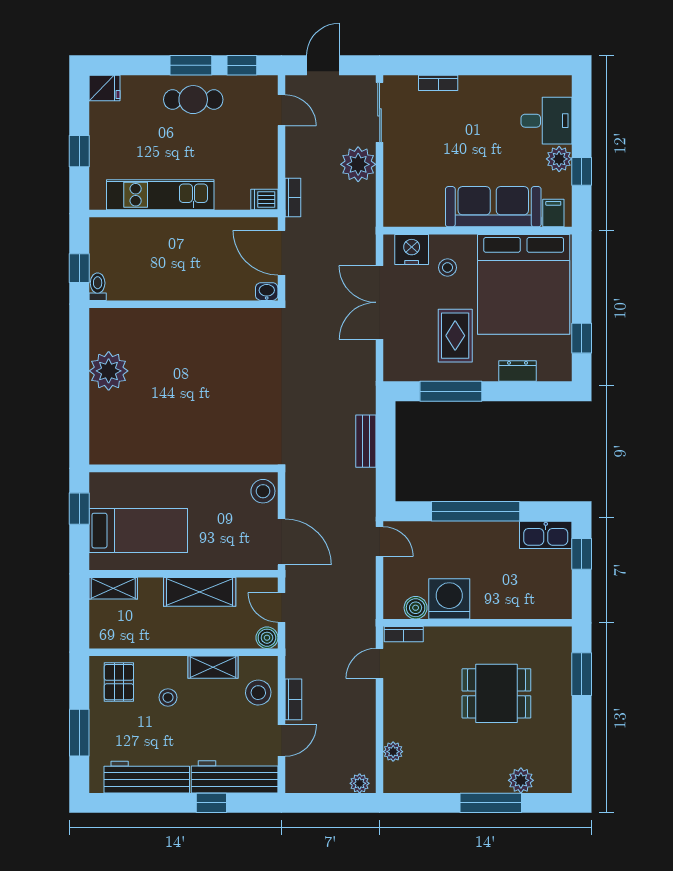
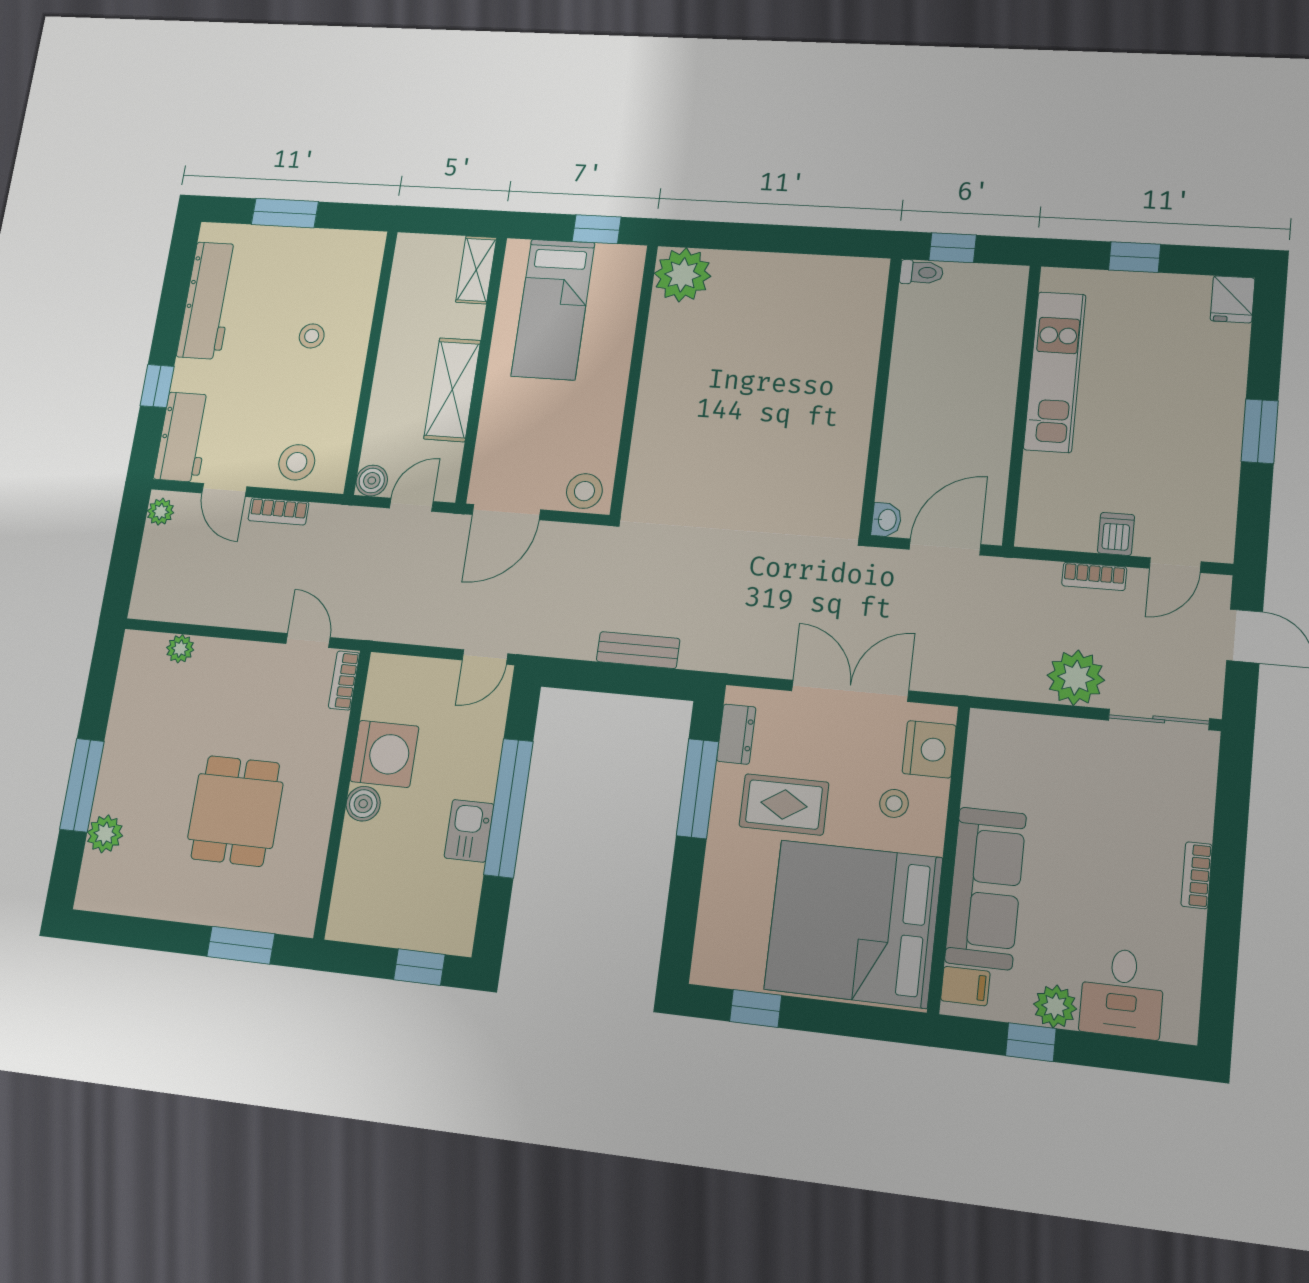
window: (242, 65) -> (1254, 509), removed
bookcase: (438, 83) -> (1197, 875), moved
cafe table: (193, 100) -> (1203, 431), removed
bookcase: (293, 198) -> (1094, 576), moved
dishwasher: (264, 199) -> (1116, 534), moved
plant: (109, 371) -> (683, 275), moved
dresser: (517, 371) -> (736, 734), moved
kitchen sink: (546, 535) -> (469, 831), moved, width x0.73
boiler: (416, 608) -> (363, 804), moved
shelving: (213, 667) -> (343, 401), removed
pallet: (119, 682) -> (344, 270), removed
workbench: (235, 777) -> (183, 437), width x0.73
plant: (360, 783) -> (161, 512), moved

